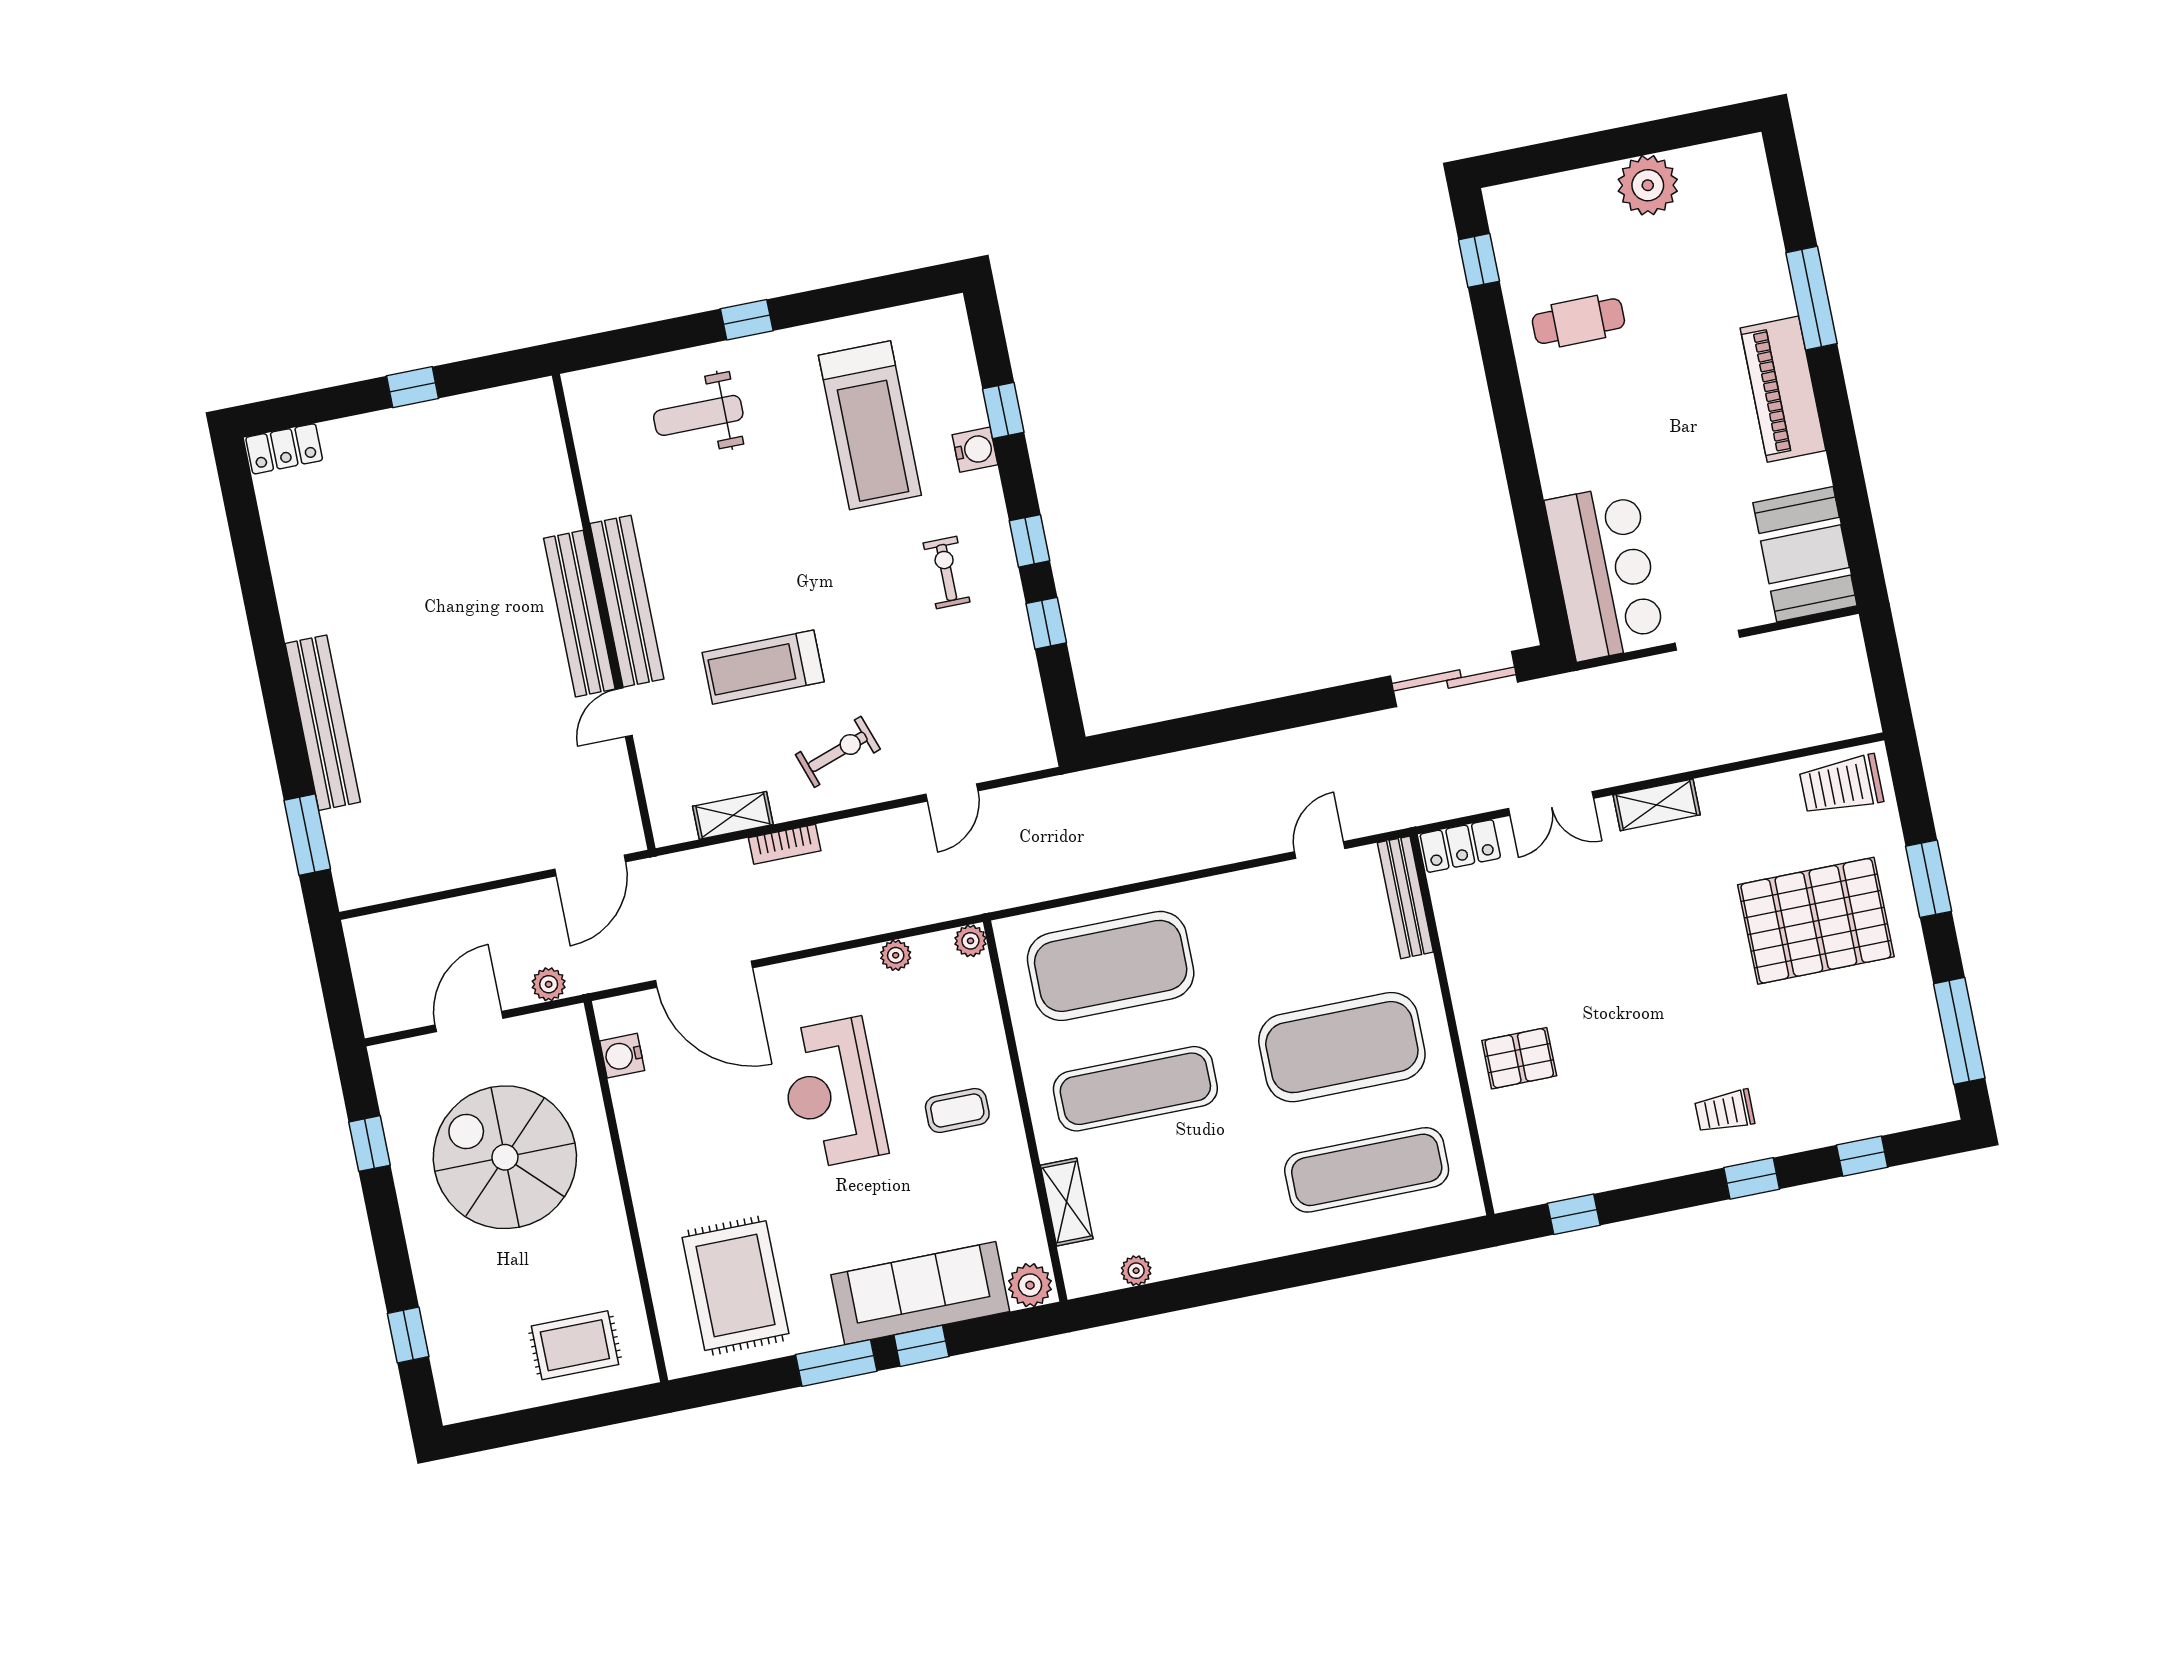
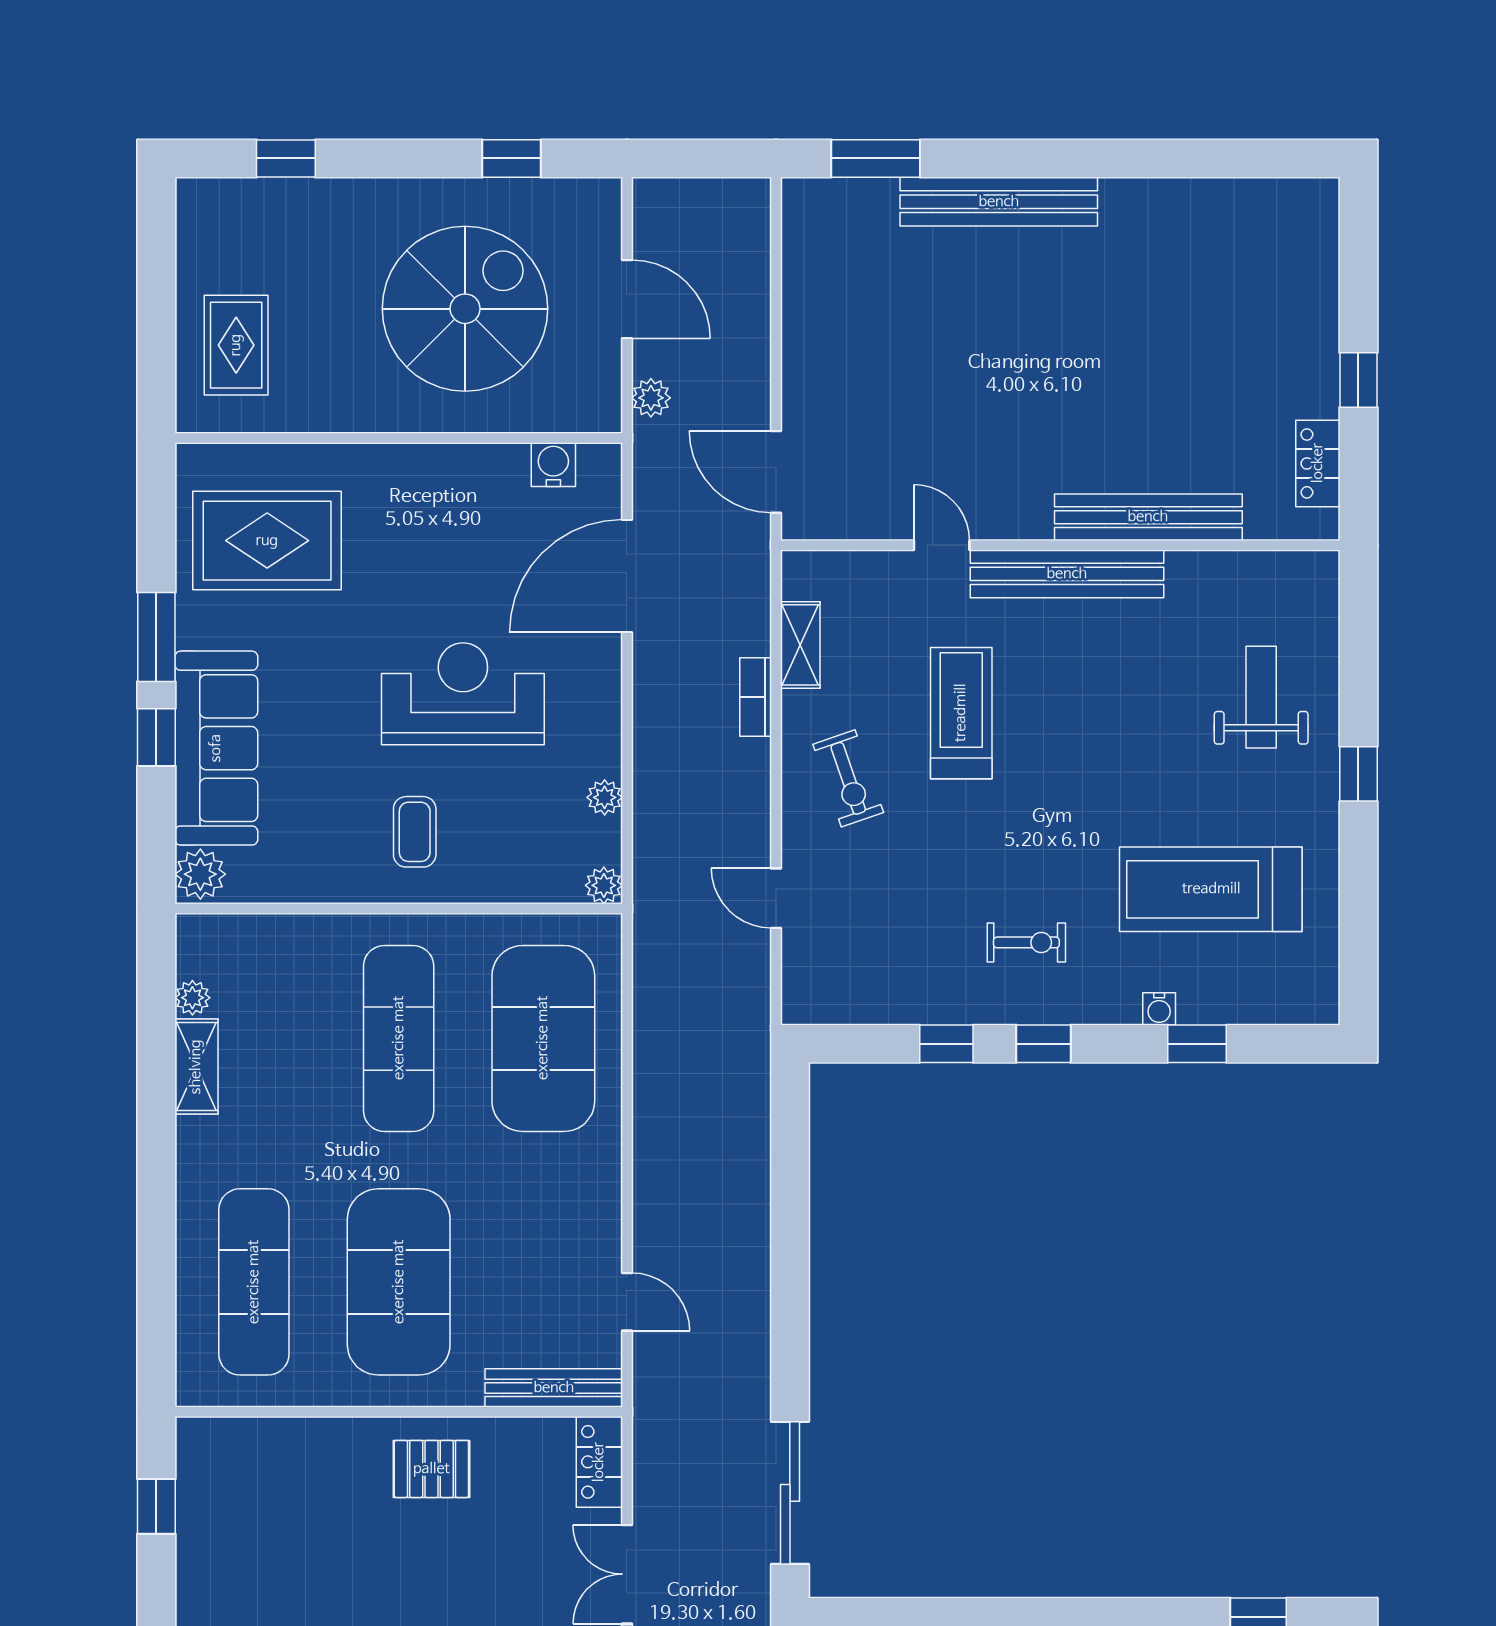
locker: (284, 449) -> (1318, 463), moved
water cooler: (975, 450) -> (1159, 1009), width x0.72, depth x0.72
bench: (579, 614) -> (1148, 517), moved
pallet: (1519, 1058) -> (431, 1469), moved, turned 90
shelving: (1067, 1202) -> (196, 1067), moved, turned 90

